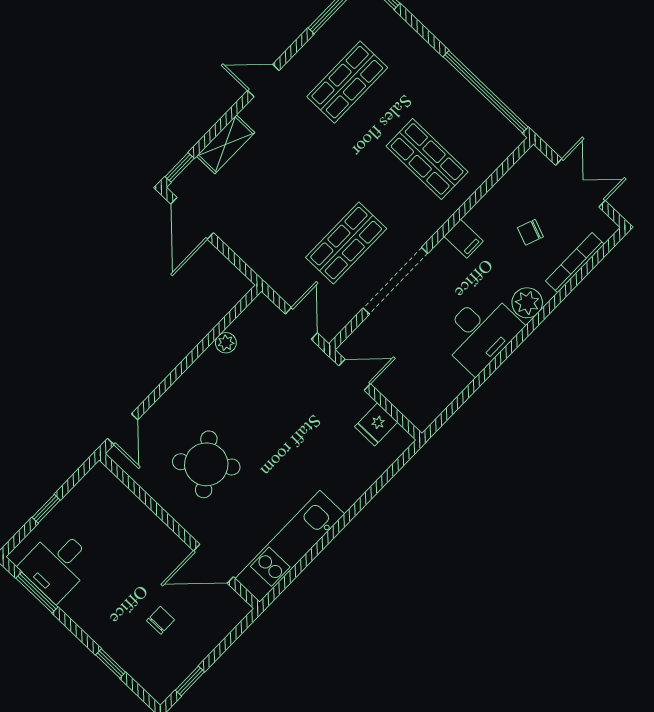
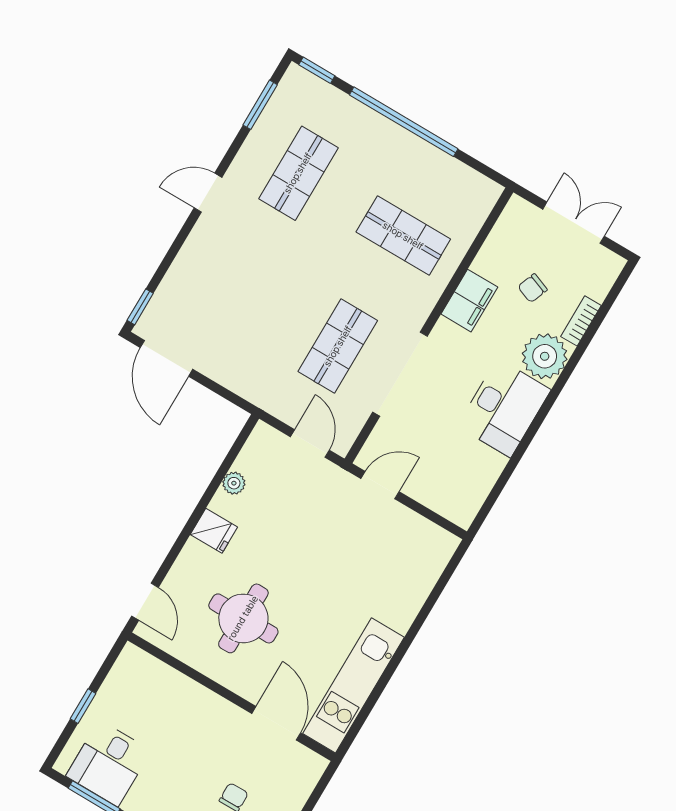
window: (486, 92) -> (404, 122), moved
shelving: (226, 144) -> (184, 271), removed
filing cabinet: (464, 239) -> (469, 301), width x2.00
bookcase: (575, 263) -> (581, 321), width x0.64
plant: (527, 303) -> (545, 356), width x1.36, depth x1.36
fridge: (376, 424) -> (214, 531), moved, turned -90
round table: (206, 464) -> (243, 618), turned 38
door: (214, 564) -> (276, 723), swing flipped

